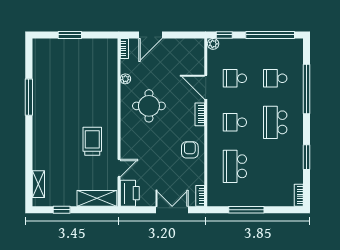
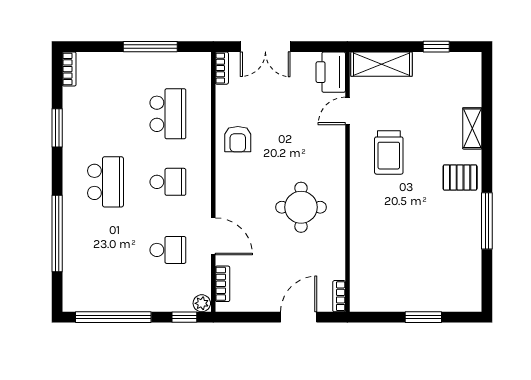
school desk: (275, 78) -> (105, 250), removed
plant: (125, 79) -> (337, 249), removed
bookcase: (200, 114) -> (222, 284), moved
pallet: (46, 125) -> (460, 177), added
shelving: (38, 184) -> (472, 128), moved

